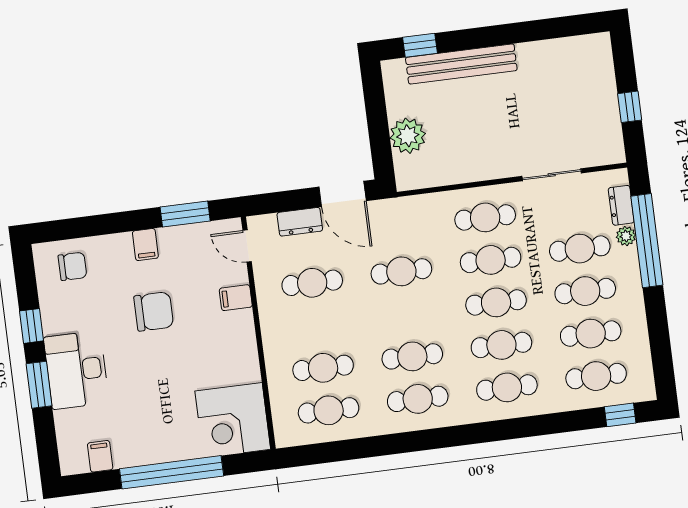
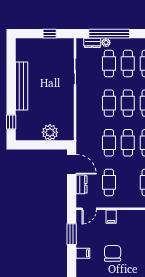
bench: (461, 64) -> (22, 86), moved
door: (343, 194) -> (72, 164), hinge flipped
cafe table: (485, 217) -> (128, 143), moved

